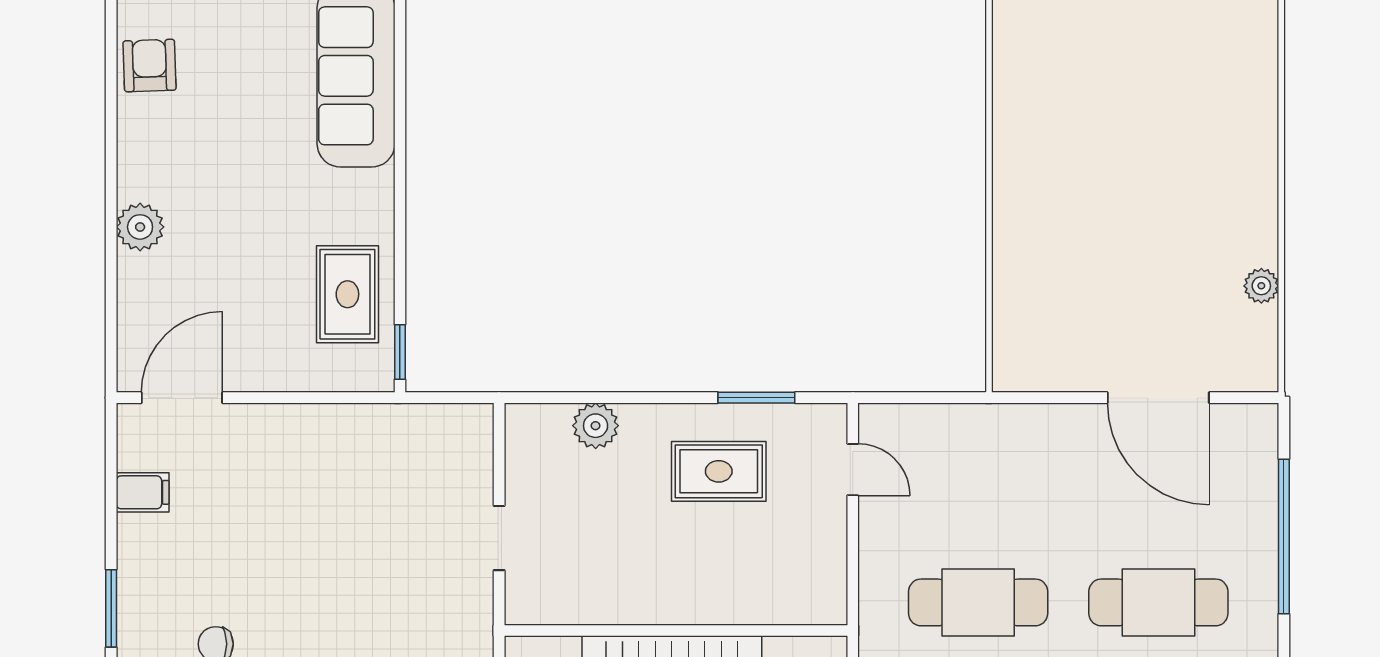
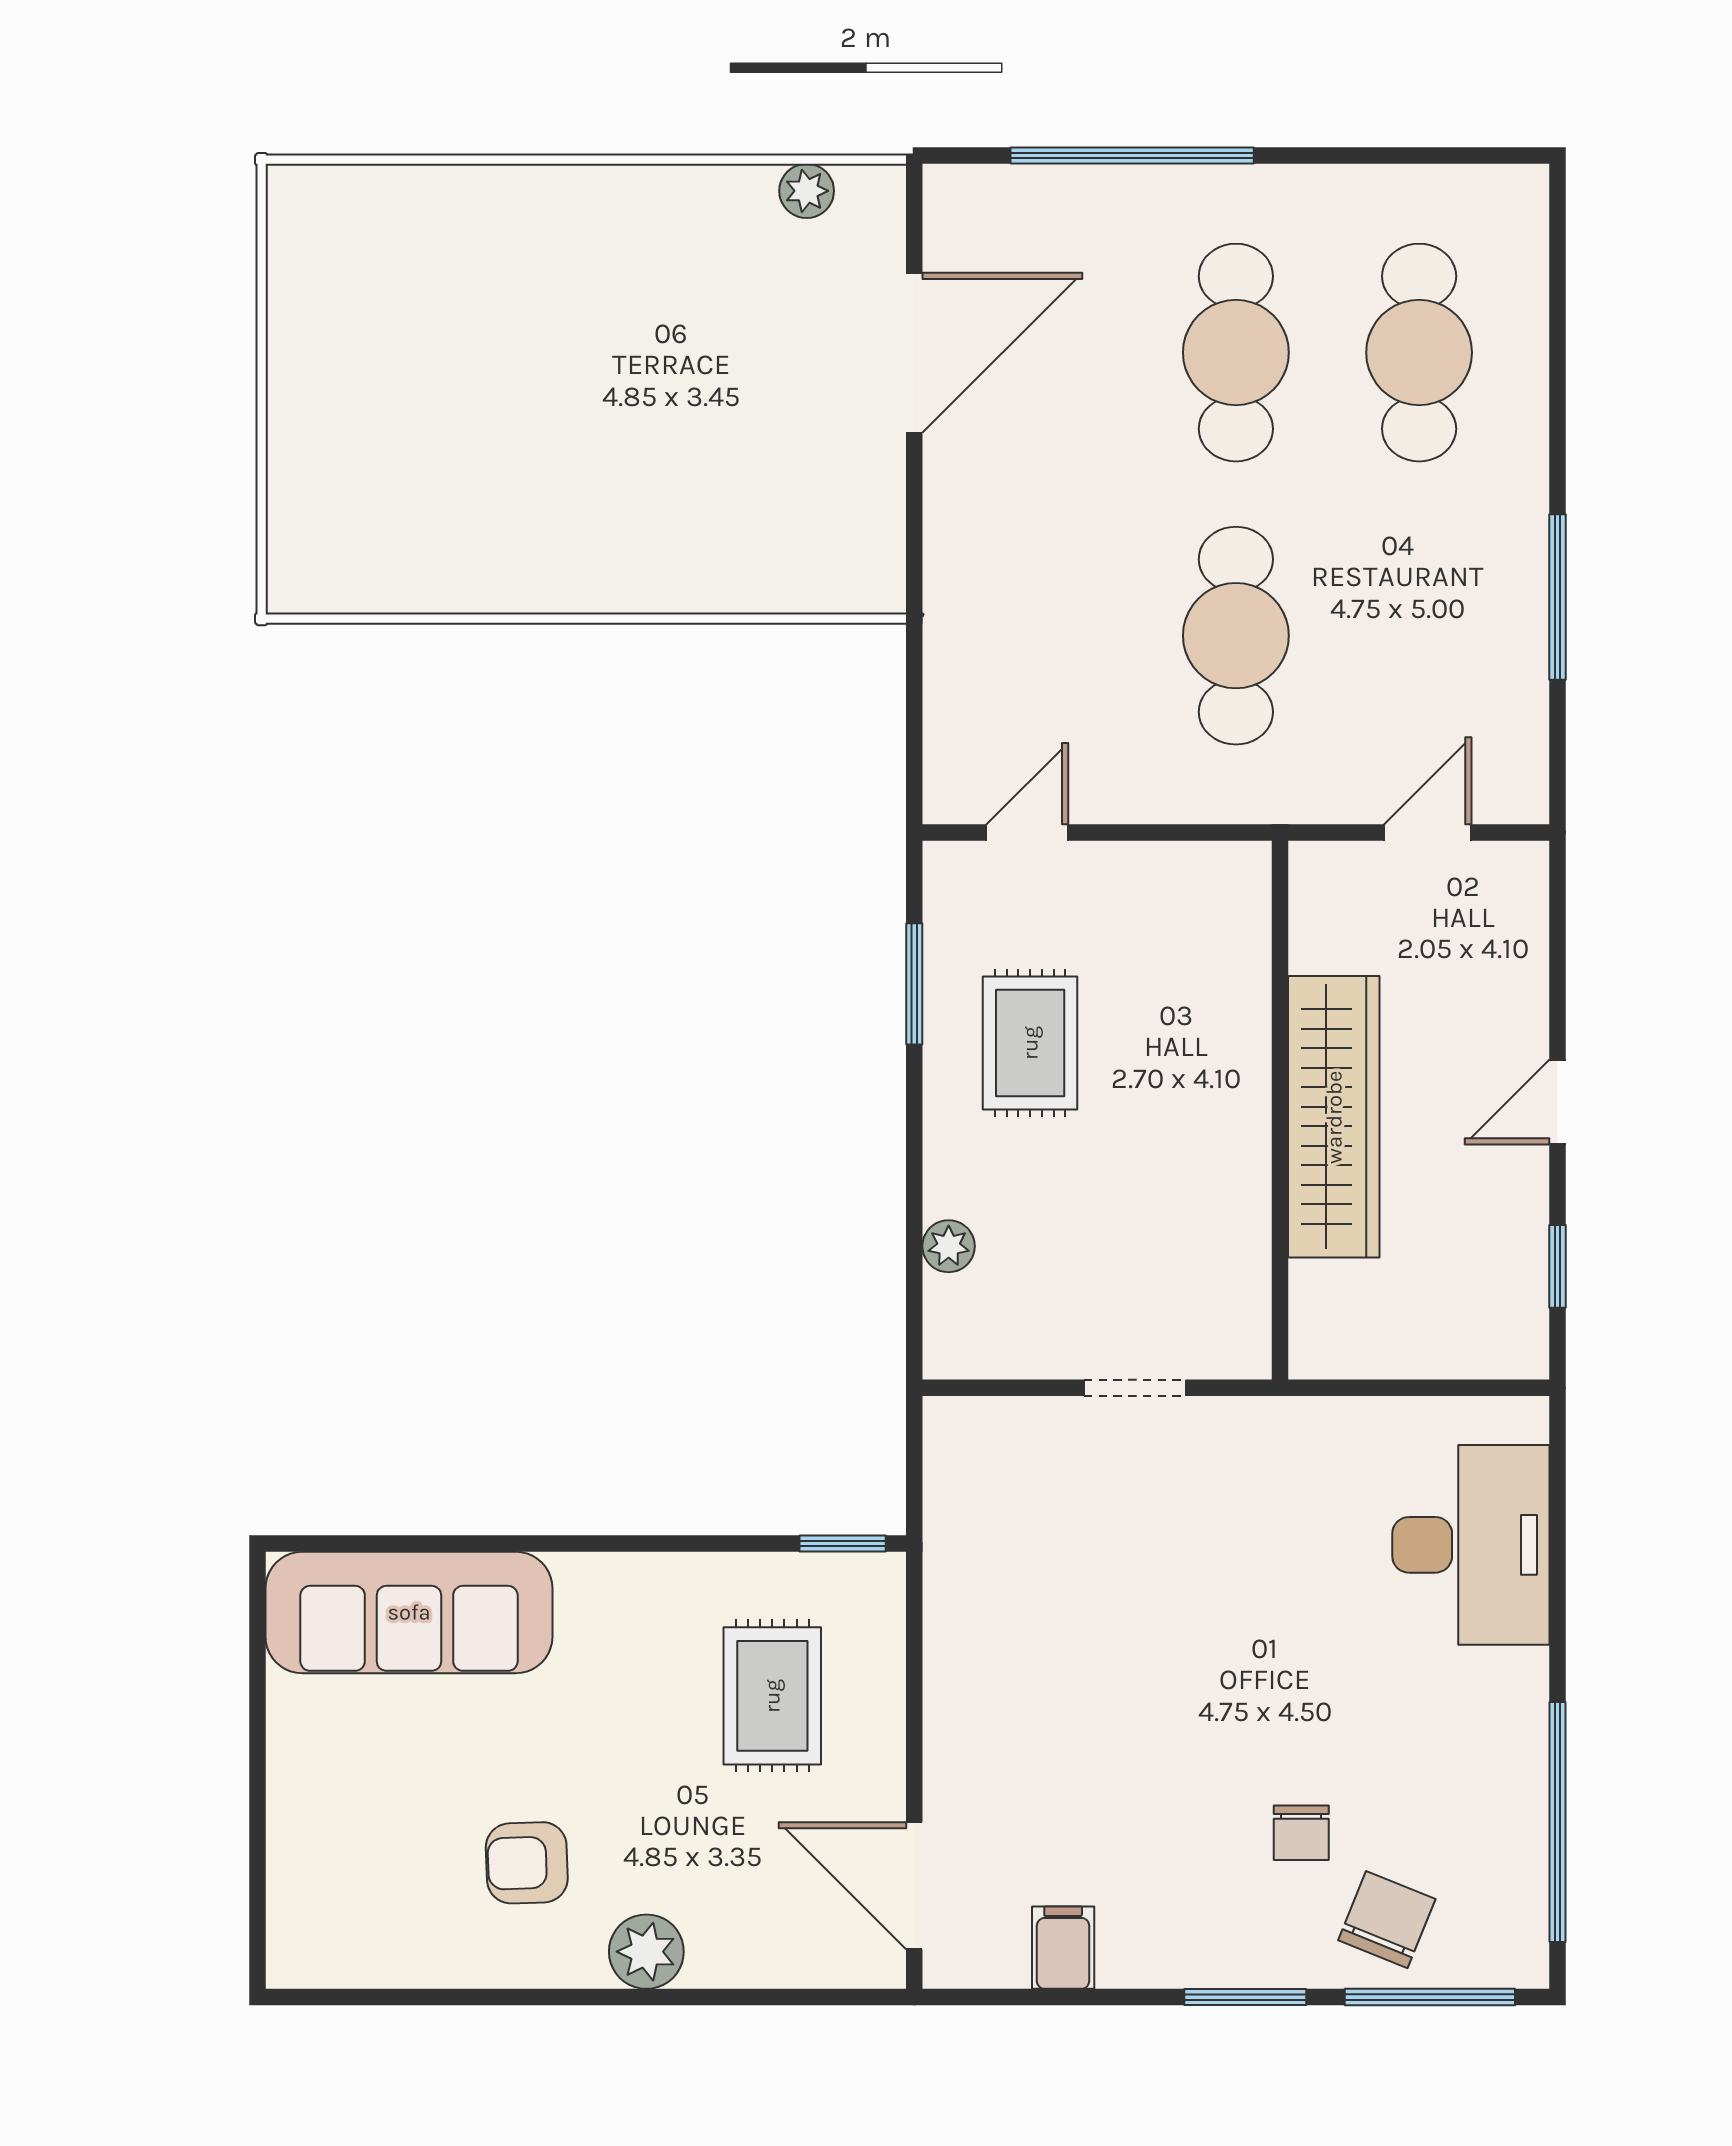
armchair: (150, 66) -> (527, 1863), moved
plant: (1261, 286) -> (807, 191), moved
rug: (347, 294) -> (772, 1696), moved, turned 90
plant: (596, 426) -> (949, 1246), width x0.73, depth x0.73

